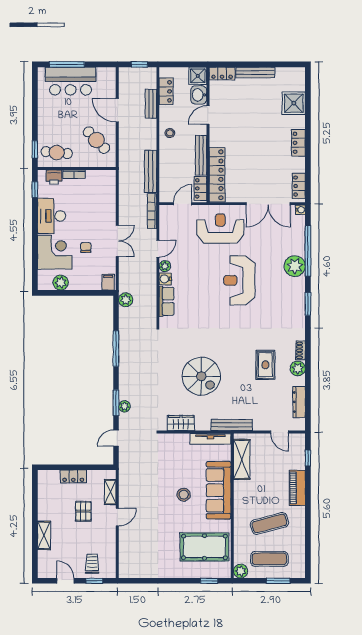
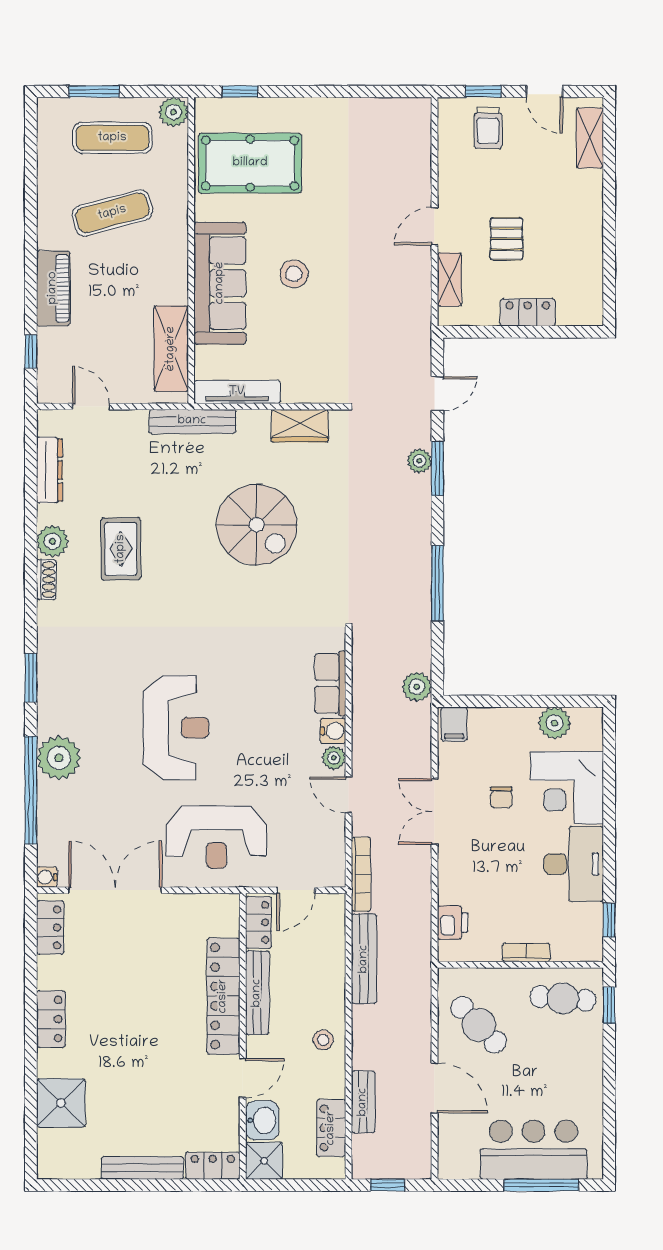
locker: (217, 175) -> (223, 996), moved
printer: (54, 177) -> (453, 922), moved, turned 90
door: (158, 249) -> (349, 795), hinge flipped
spiral stairs: (201, 376) -> (257, 525), turned 180
shelving: (44, 535) -> (590, 138), moved

